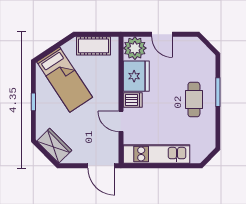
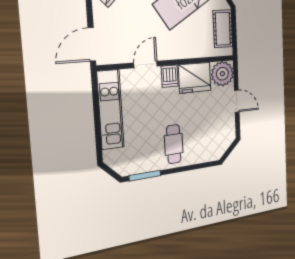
door: (162, 34) -> (237, 101), swing flipped
window: (218, 92) -> (145, 176), moved
cafe table: (194, 99) -> (174, 144), turned 90

